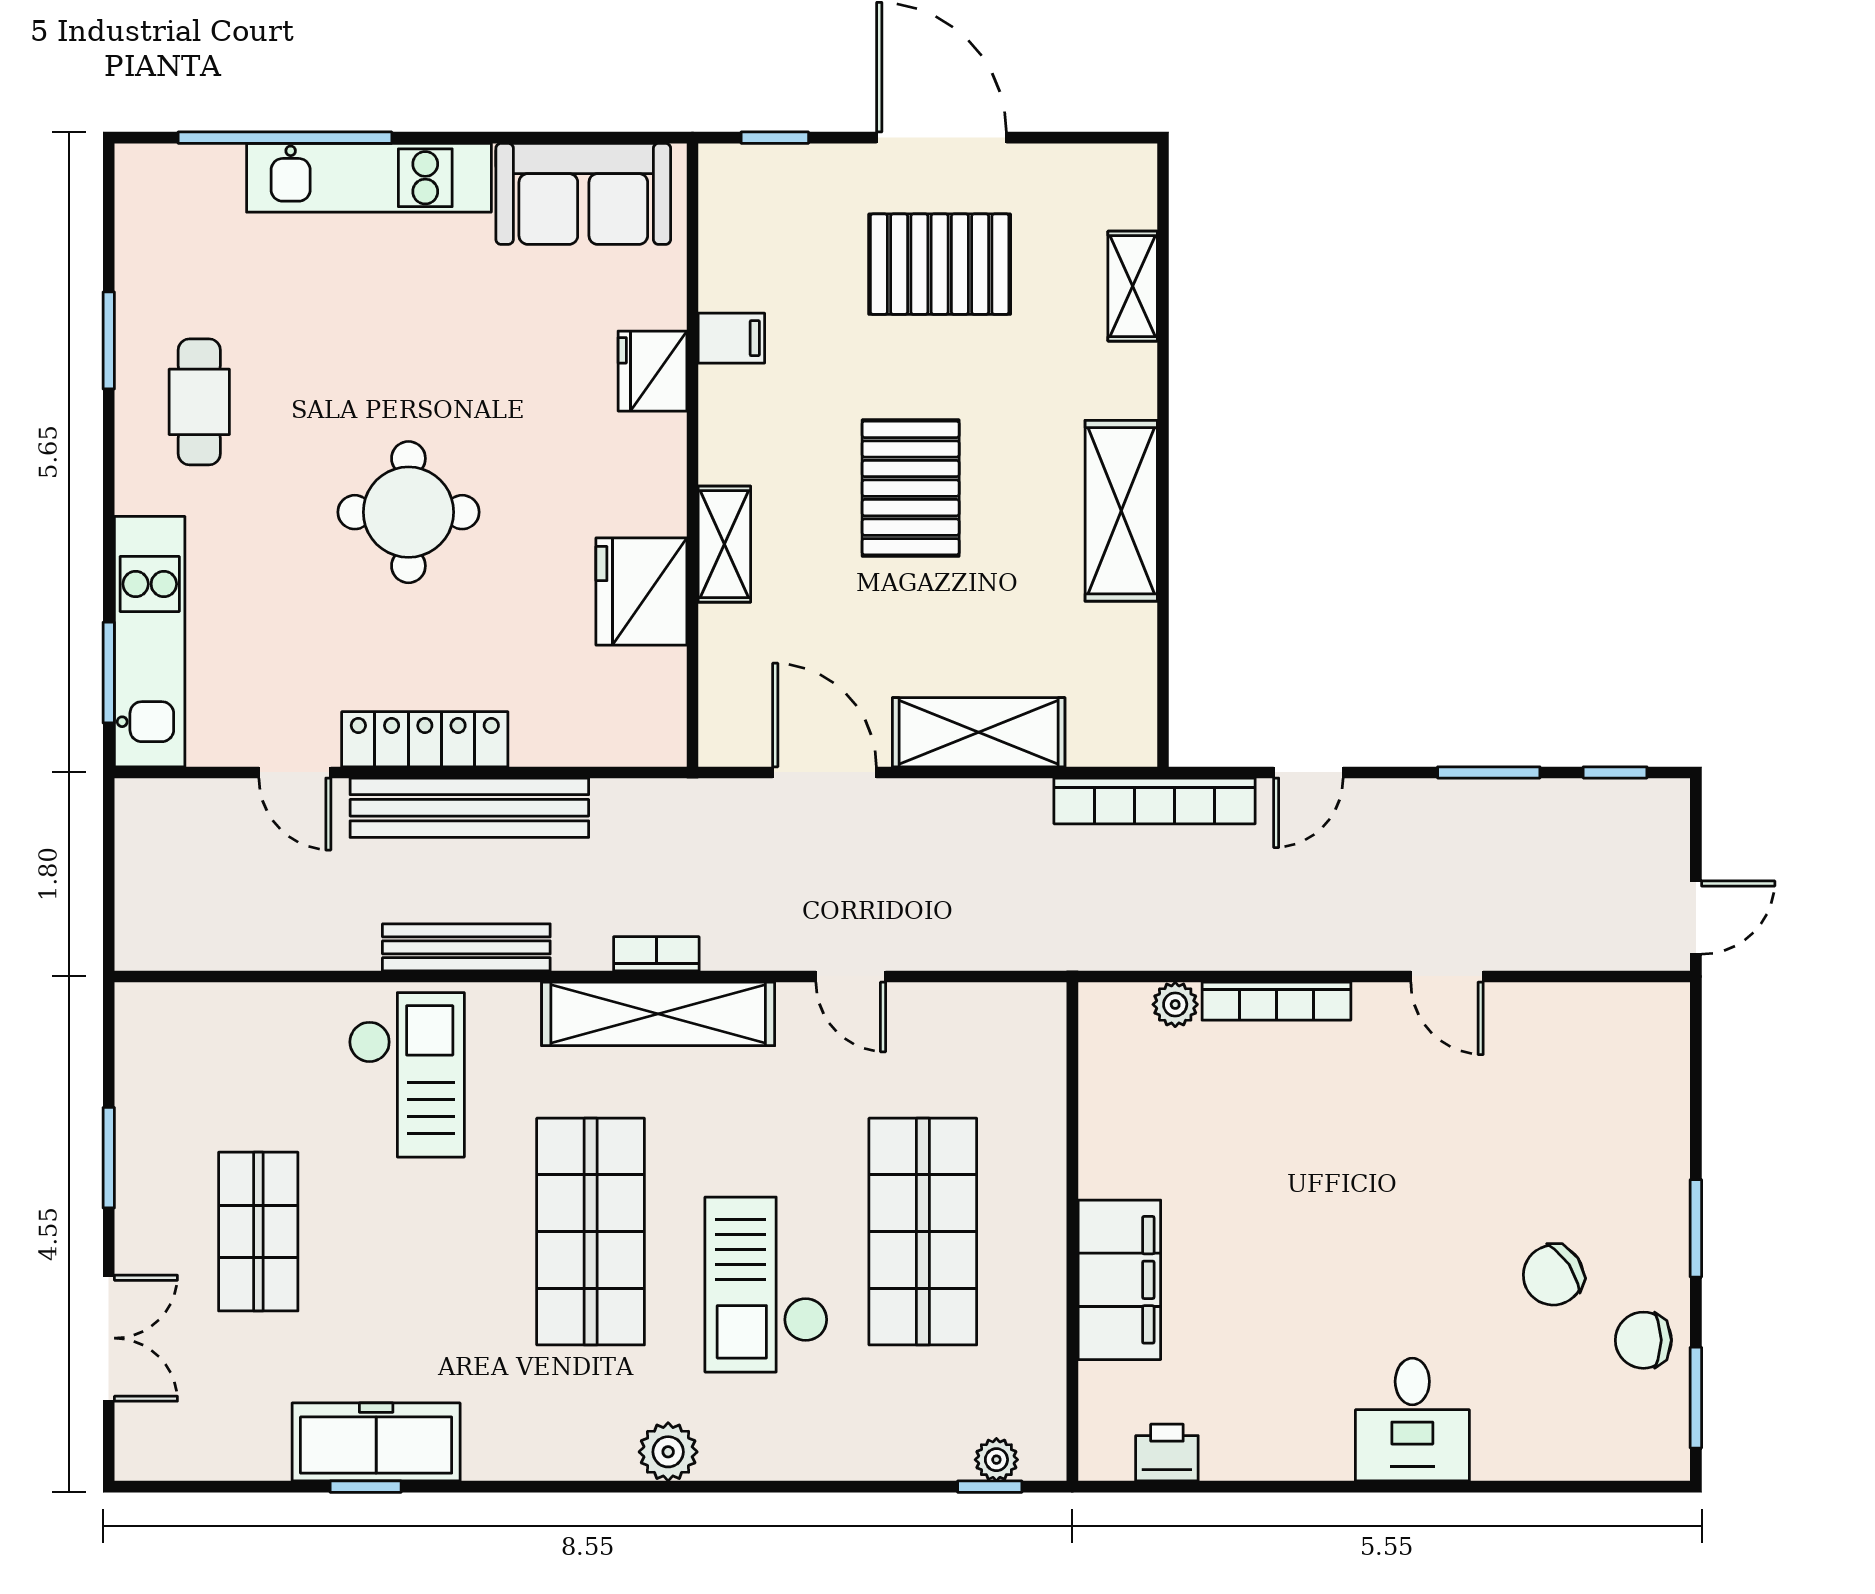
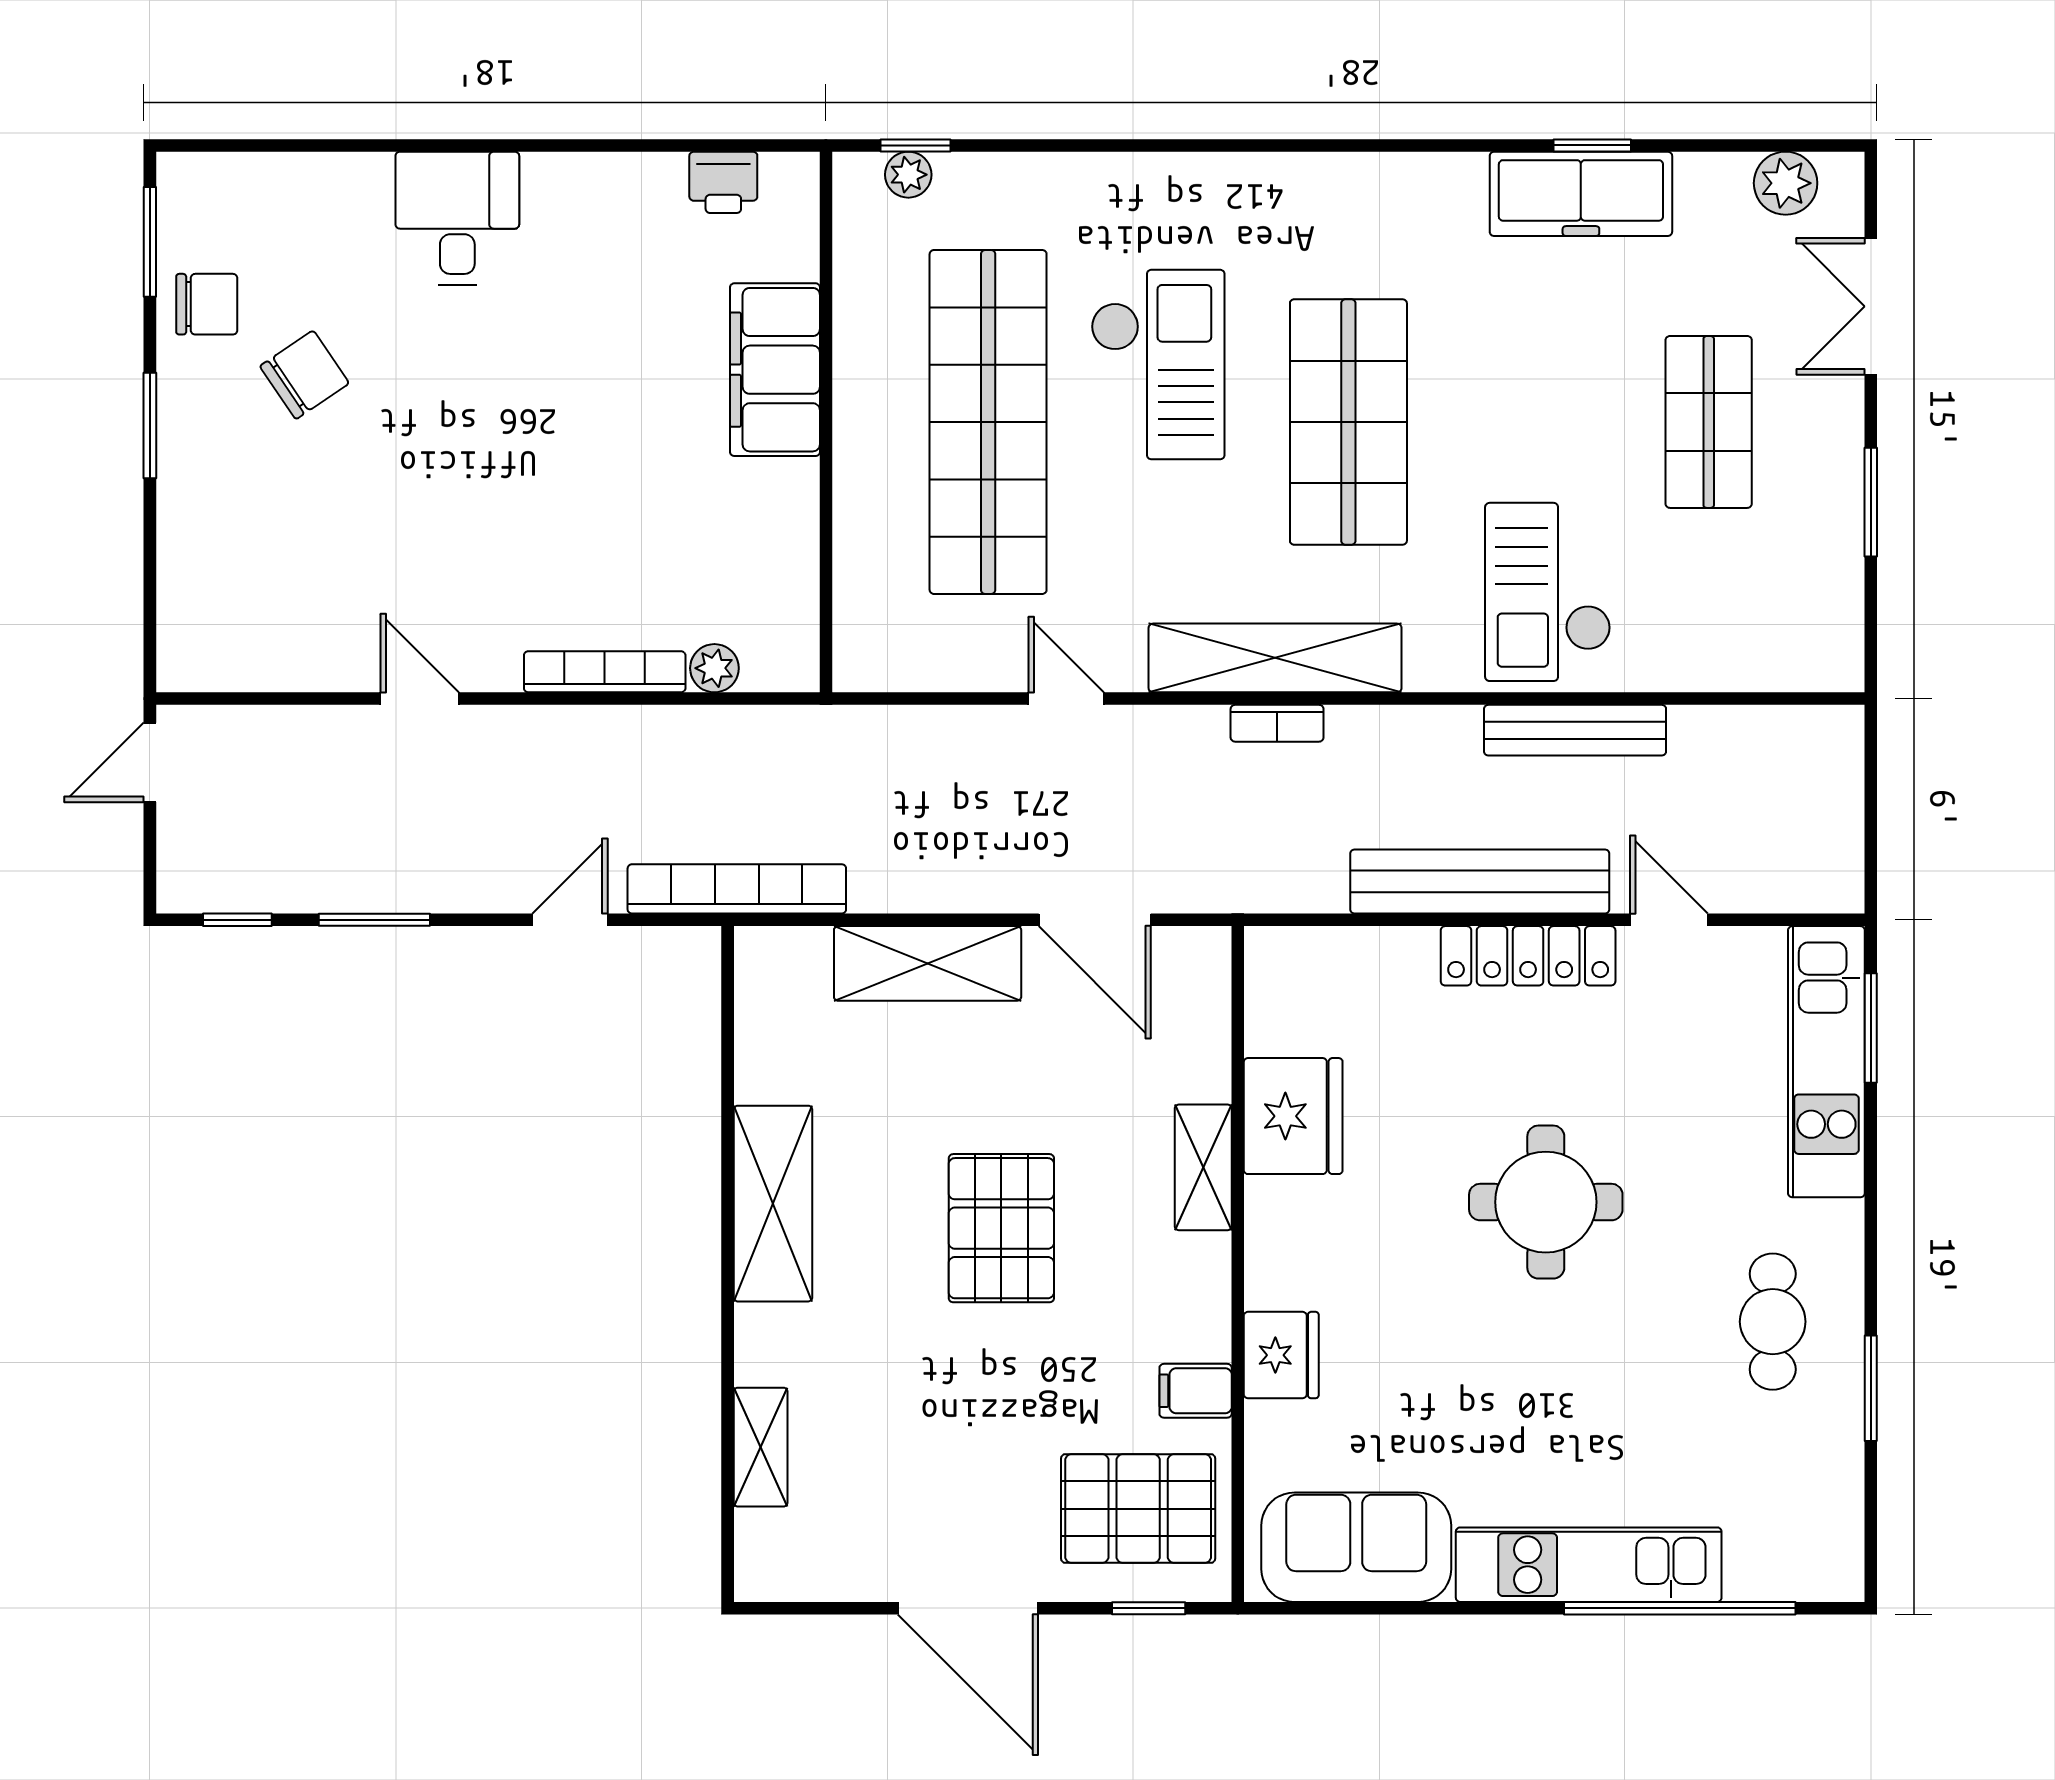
pallet: (940, 264) -> (1138, 1509), moved
bench: (466, 947) -> (1575, 730), moved
shop shelf: (923, 1232) -> (988, 422), width x1.40
plant: (668, 1452) -> (1786, 183), moved

